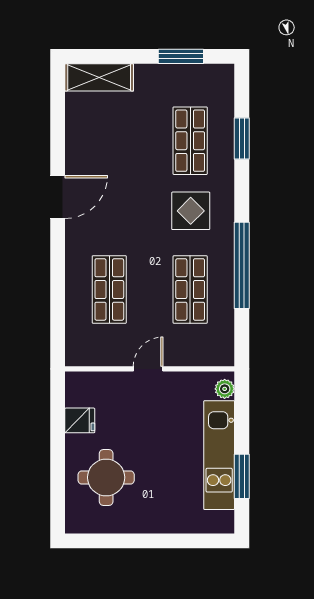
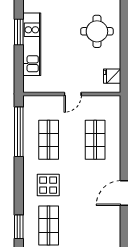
window: (242, 265) -> (19, 132), moved
plant: (225, 389) -> (29, 82), removed
fridge: (80, 420) -> (112, 76), moved

